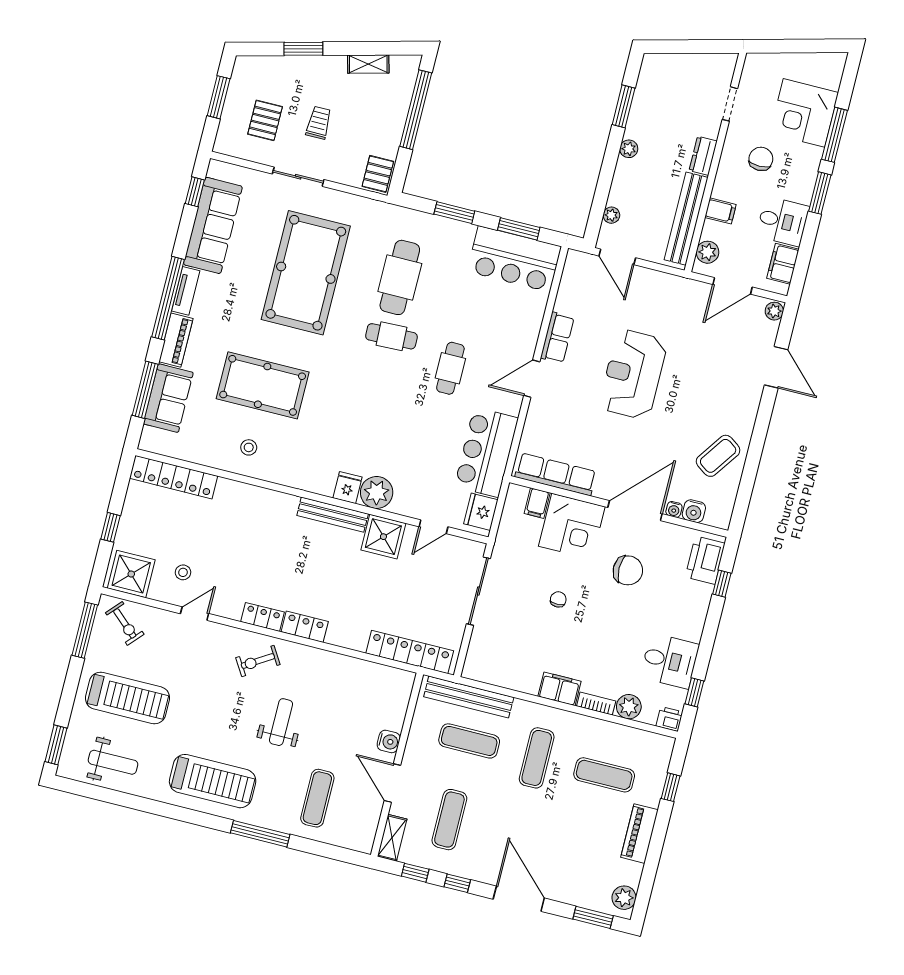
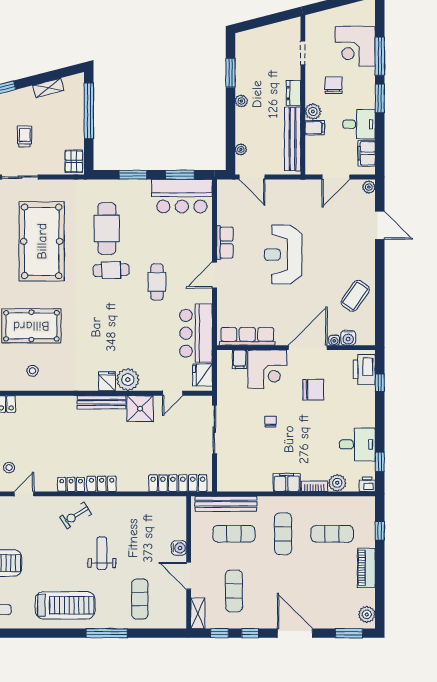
plant: (707, 252) -> (313, 111), moved

